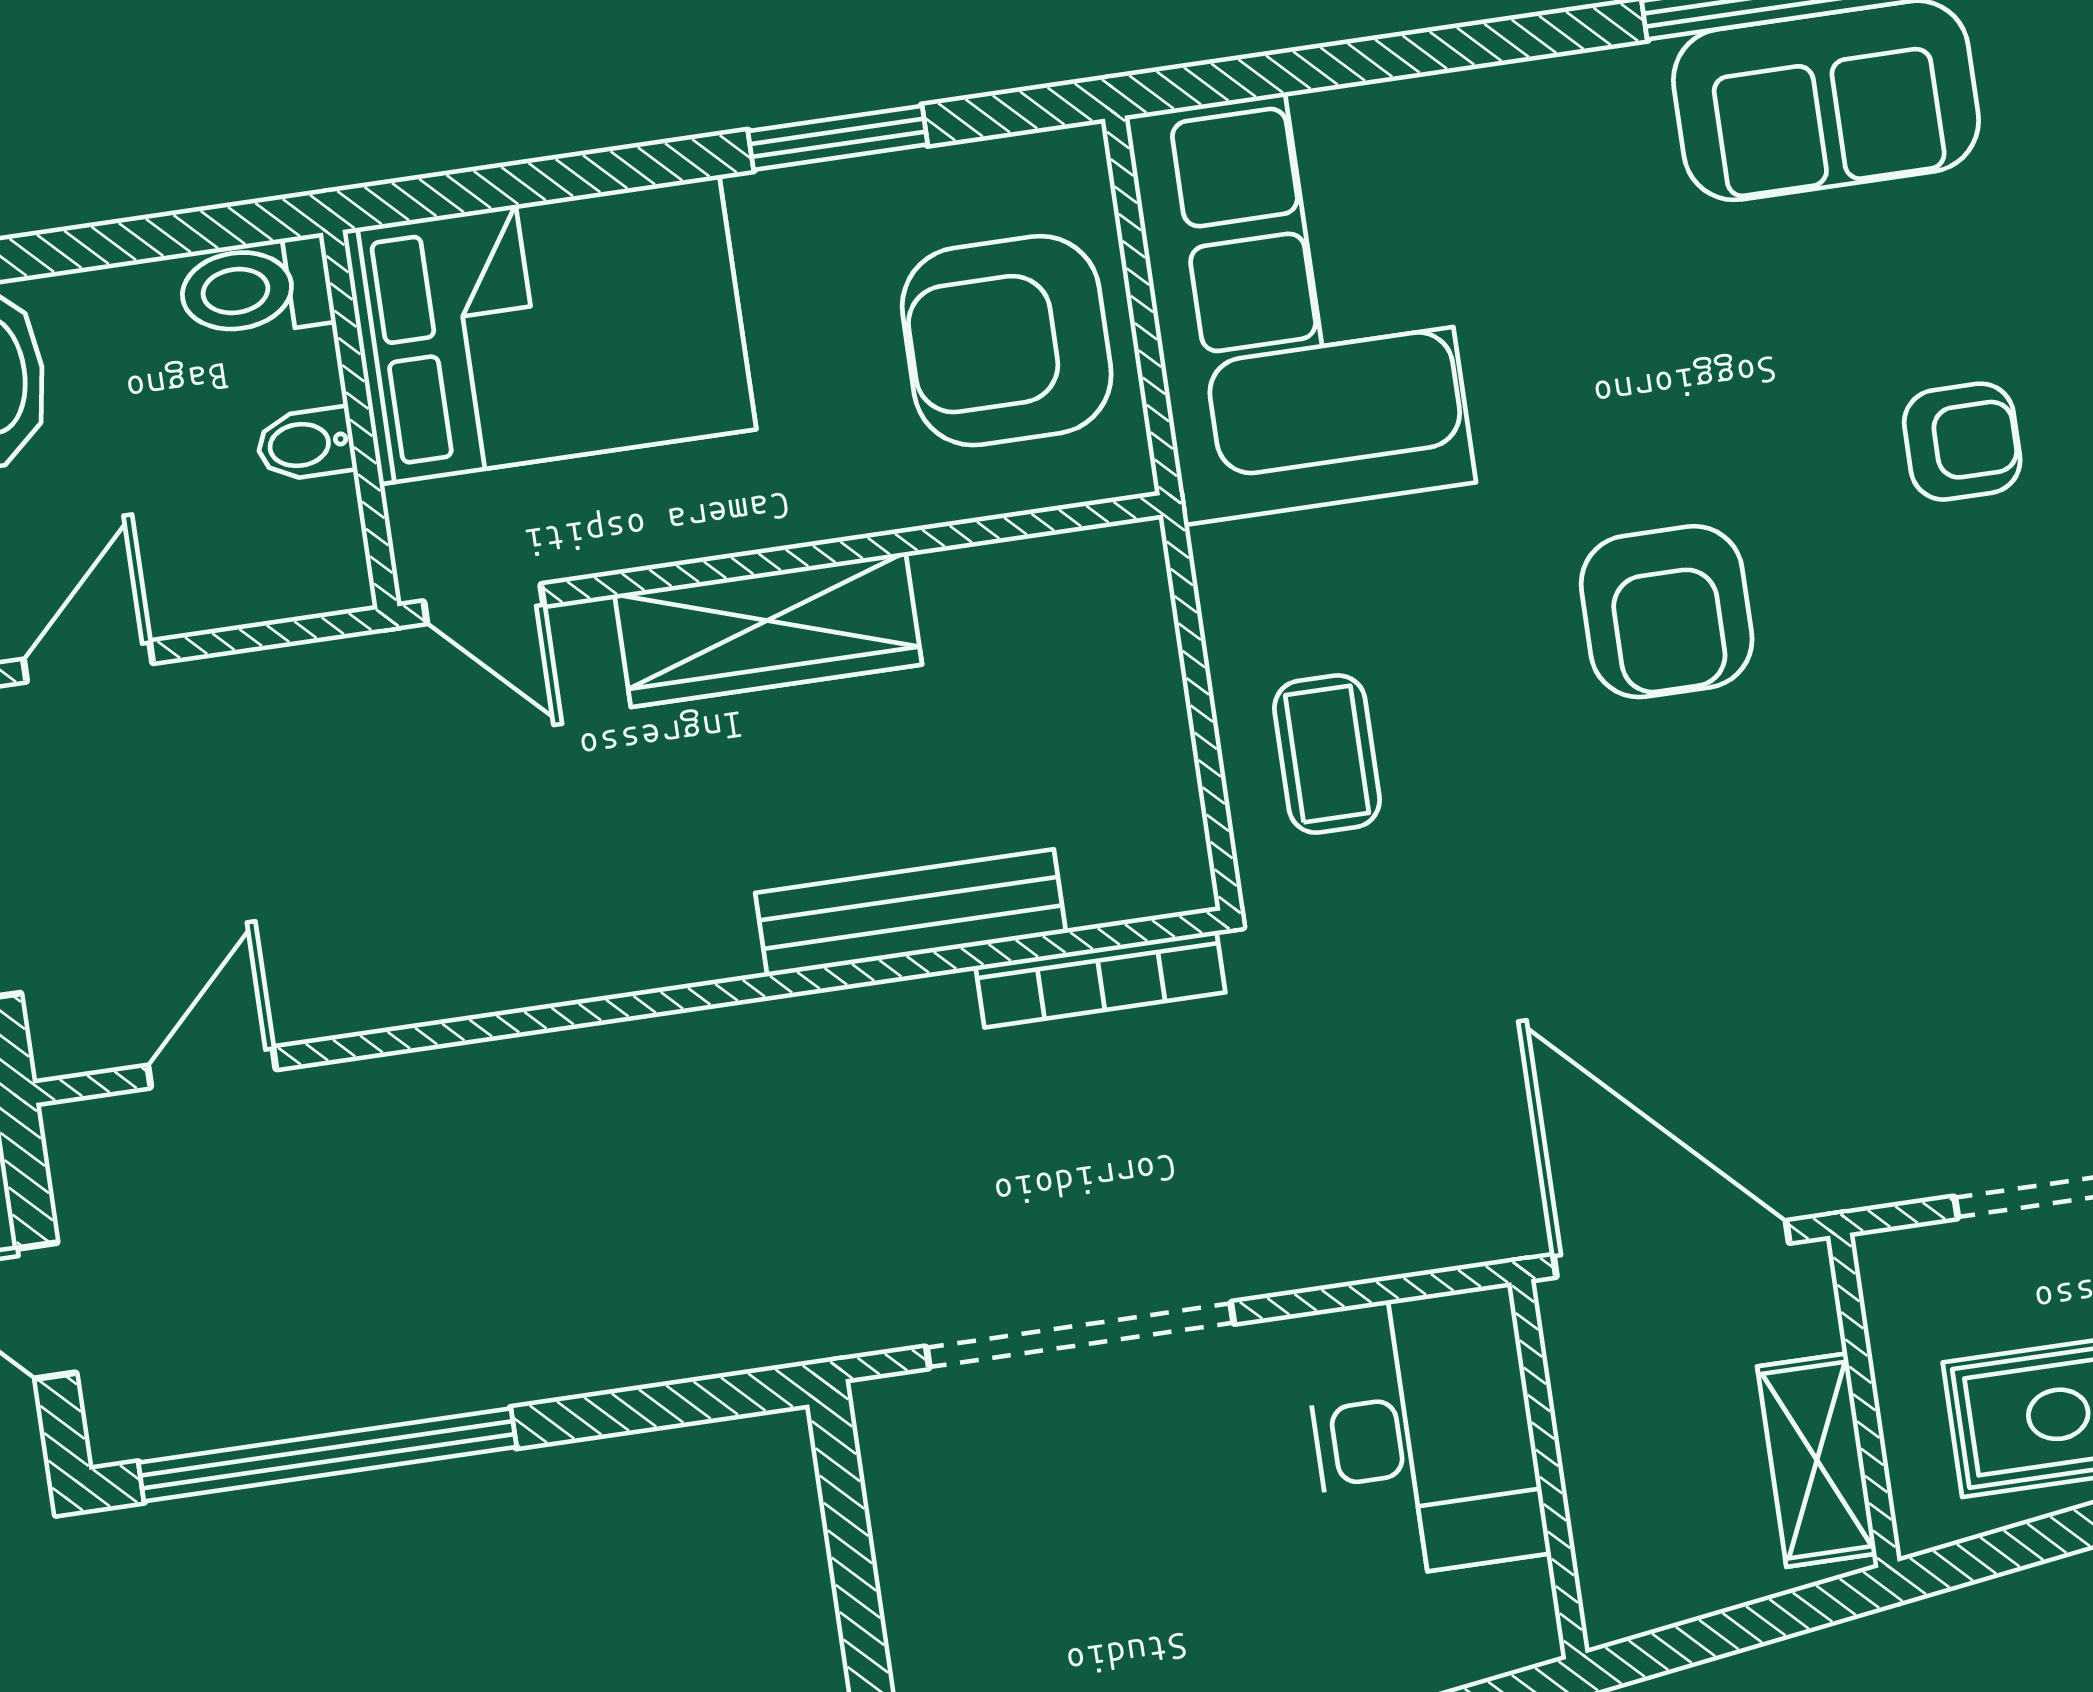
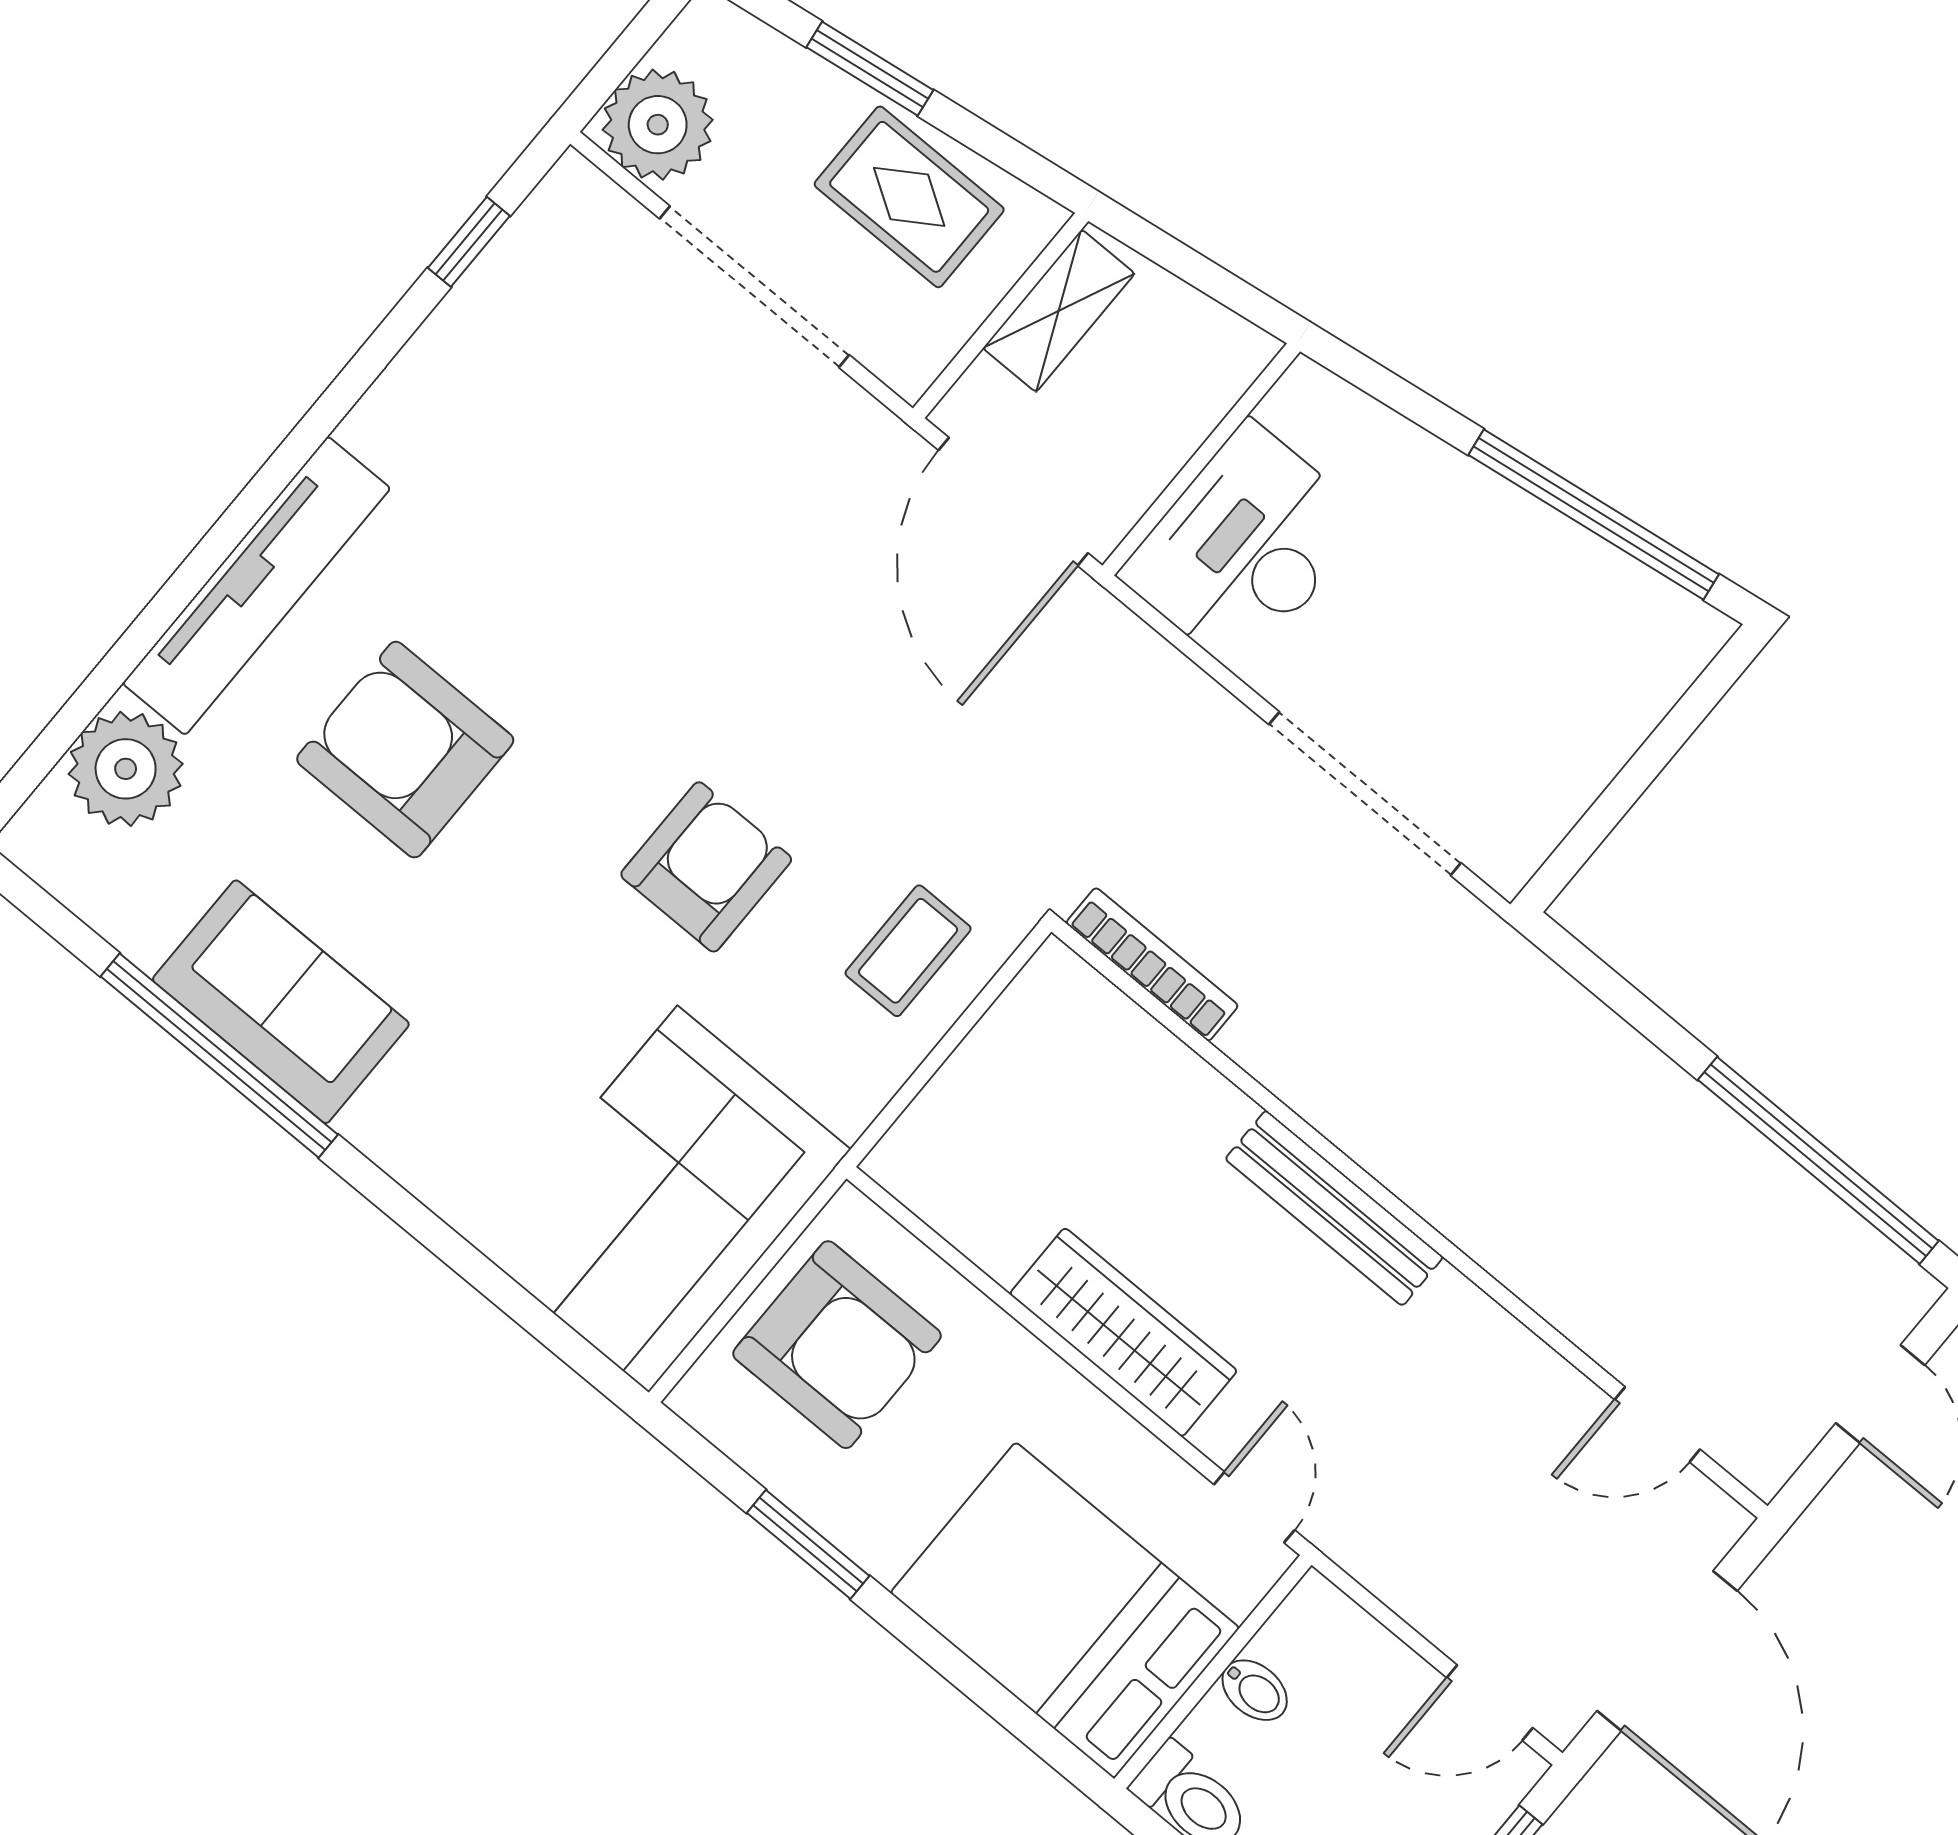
armchair: (1962, 442) -> (405, 750), width x1.88, depth x1.88
armchair: (1667, 612) -> (706, 867), moved
bench: (911, 913) -> (1334, 1208), moved

